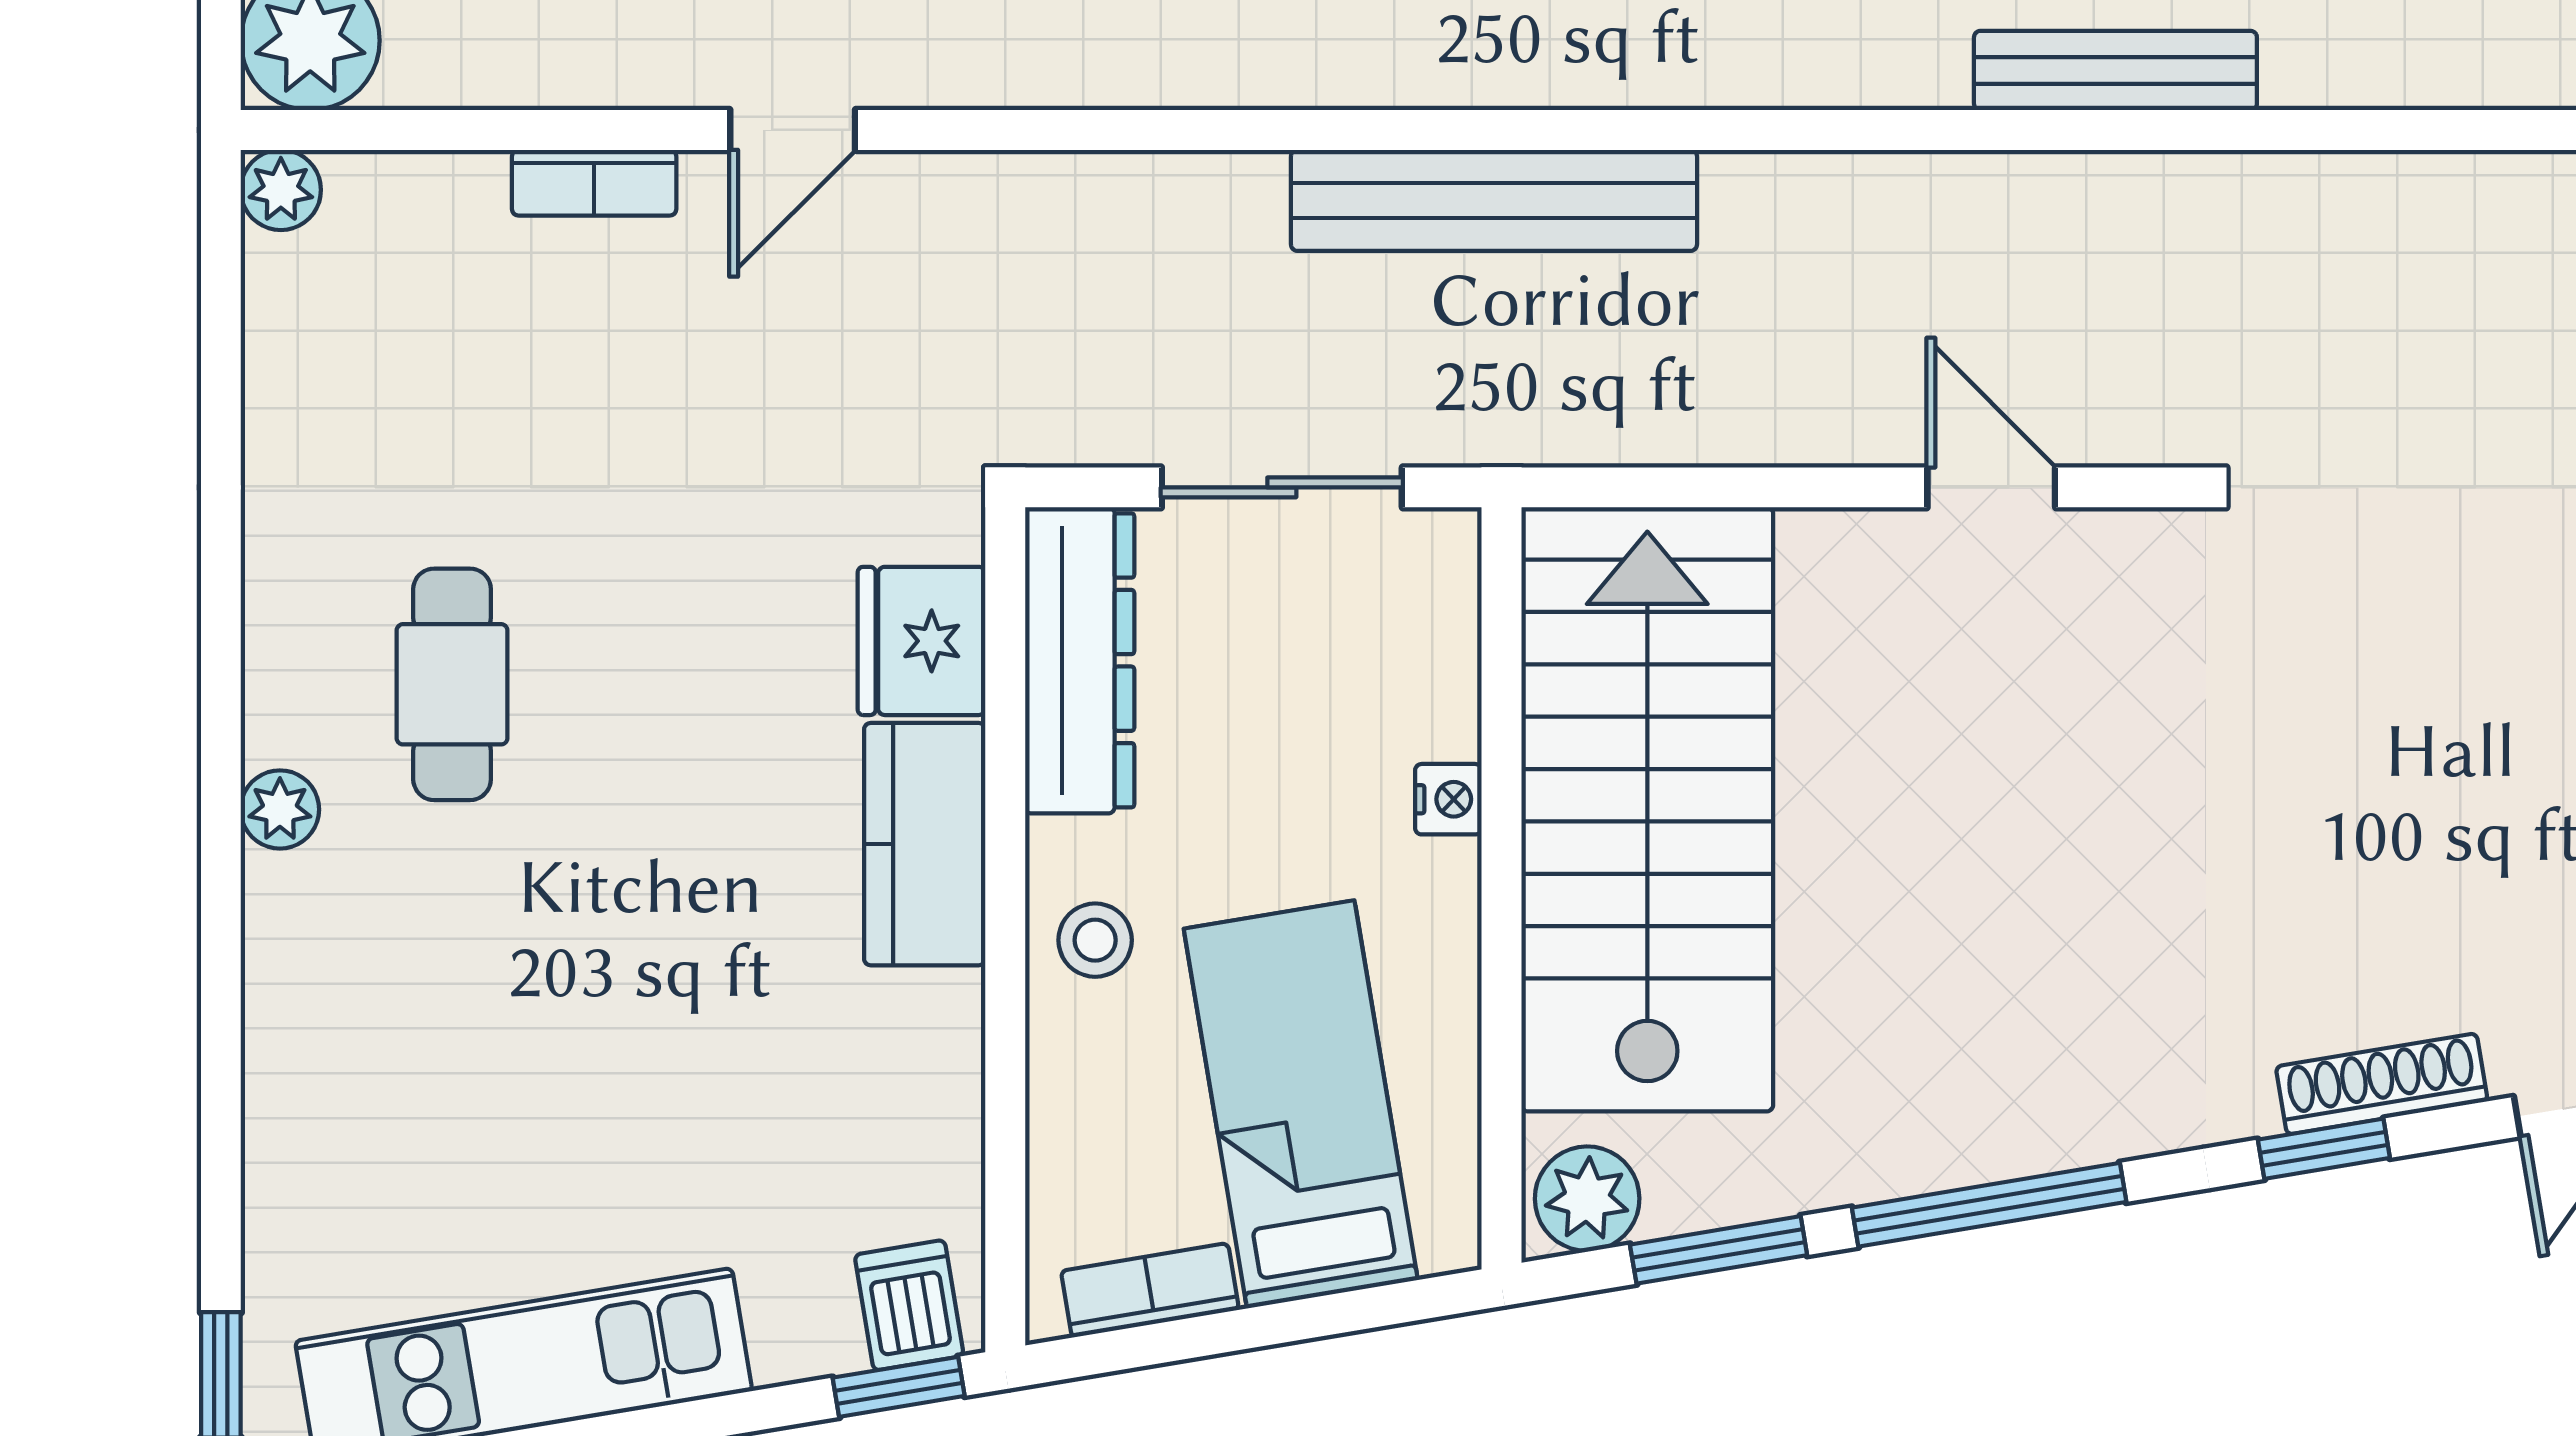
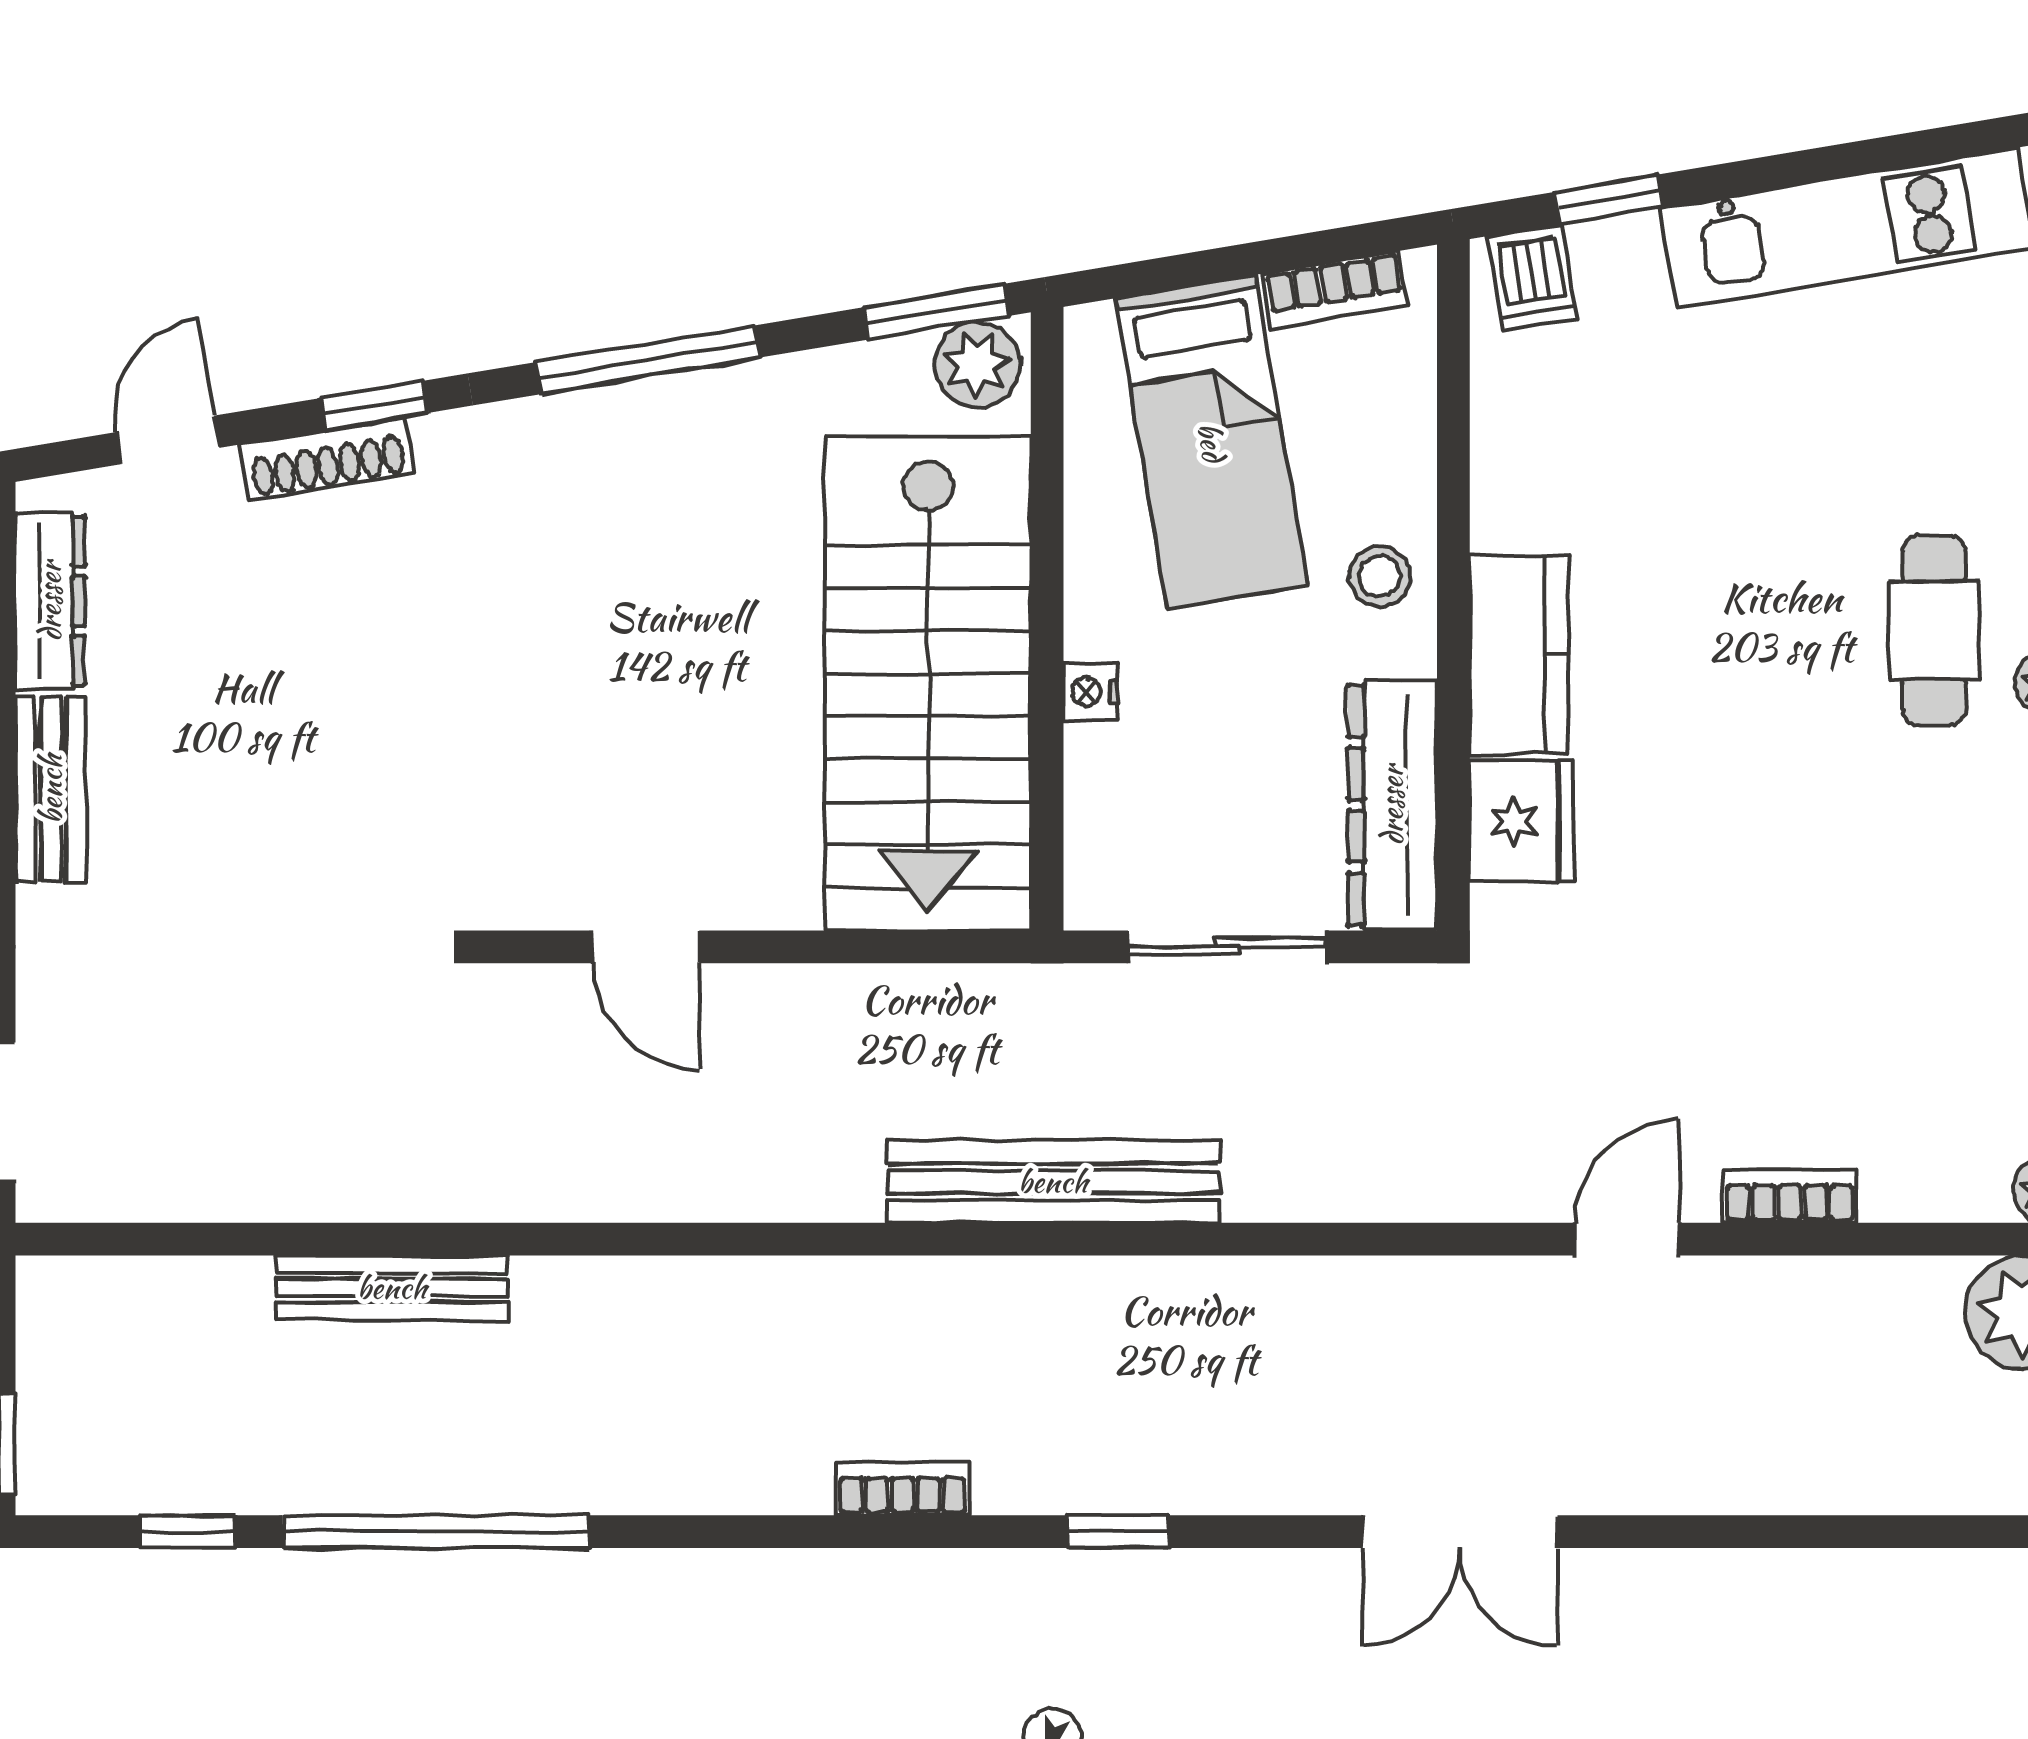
bench: (2115, 70) -> (392, 1288), moved
cafe table: (452, 684) -> (1934, 630), moved
window: (1719, 1250) -> (937, 312), moved
window: (899, 1387) -> (1609, 199), moved

